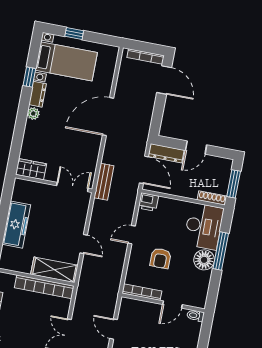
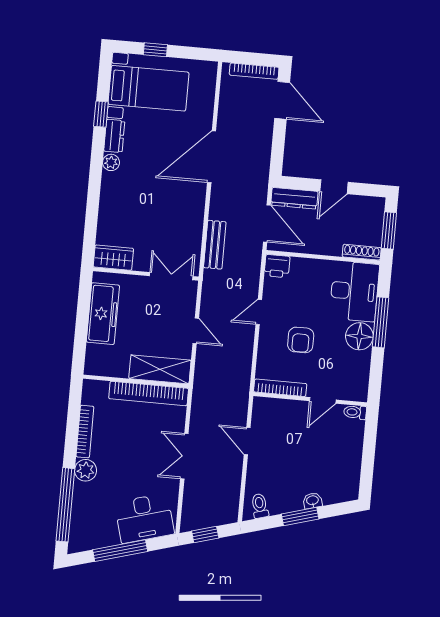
wardrobe: (31, 169) -> (113, 258), moved
wall: (54, 183) -> (146, 274), moved
double door: (72, 187) -> (171, 276), moved

